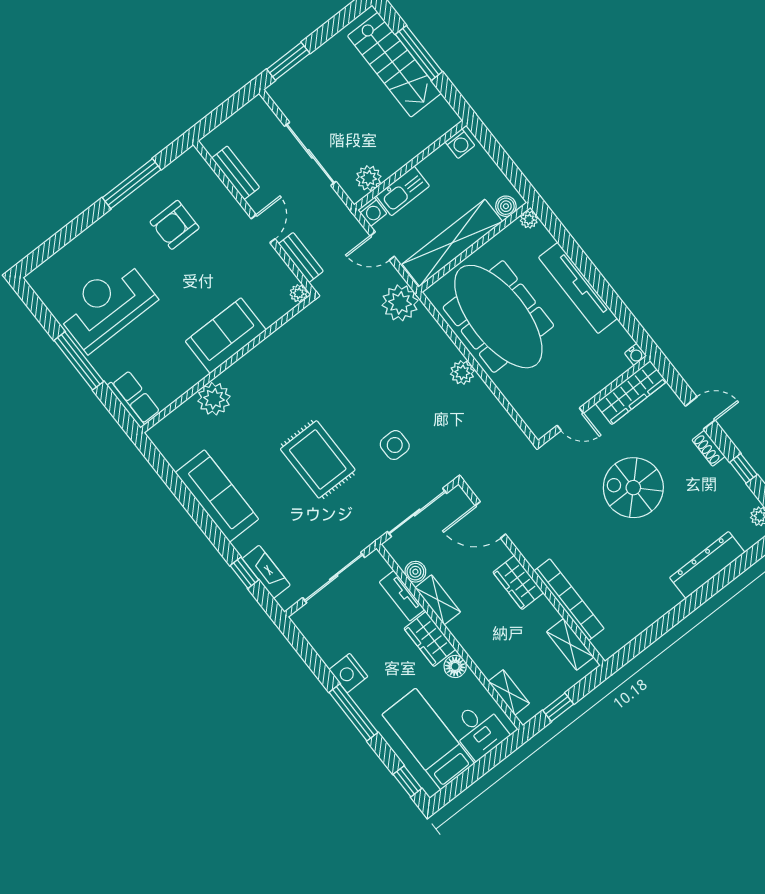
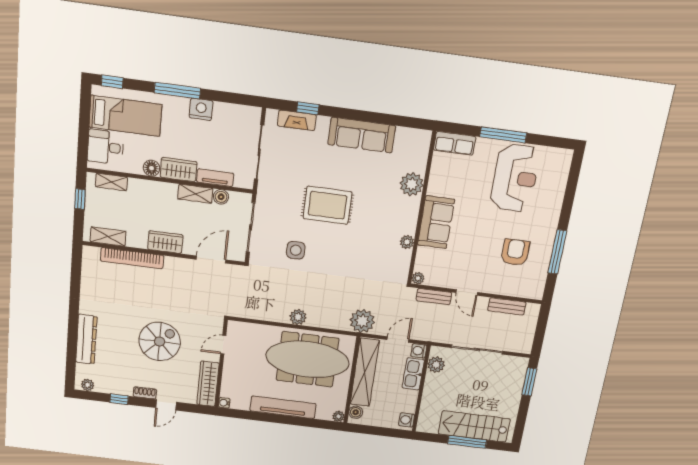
plant: (274, 343) -> (407, 242), added

